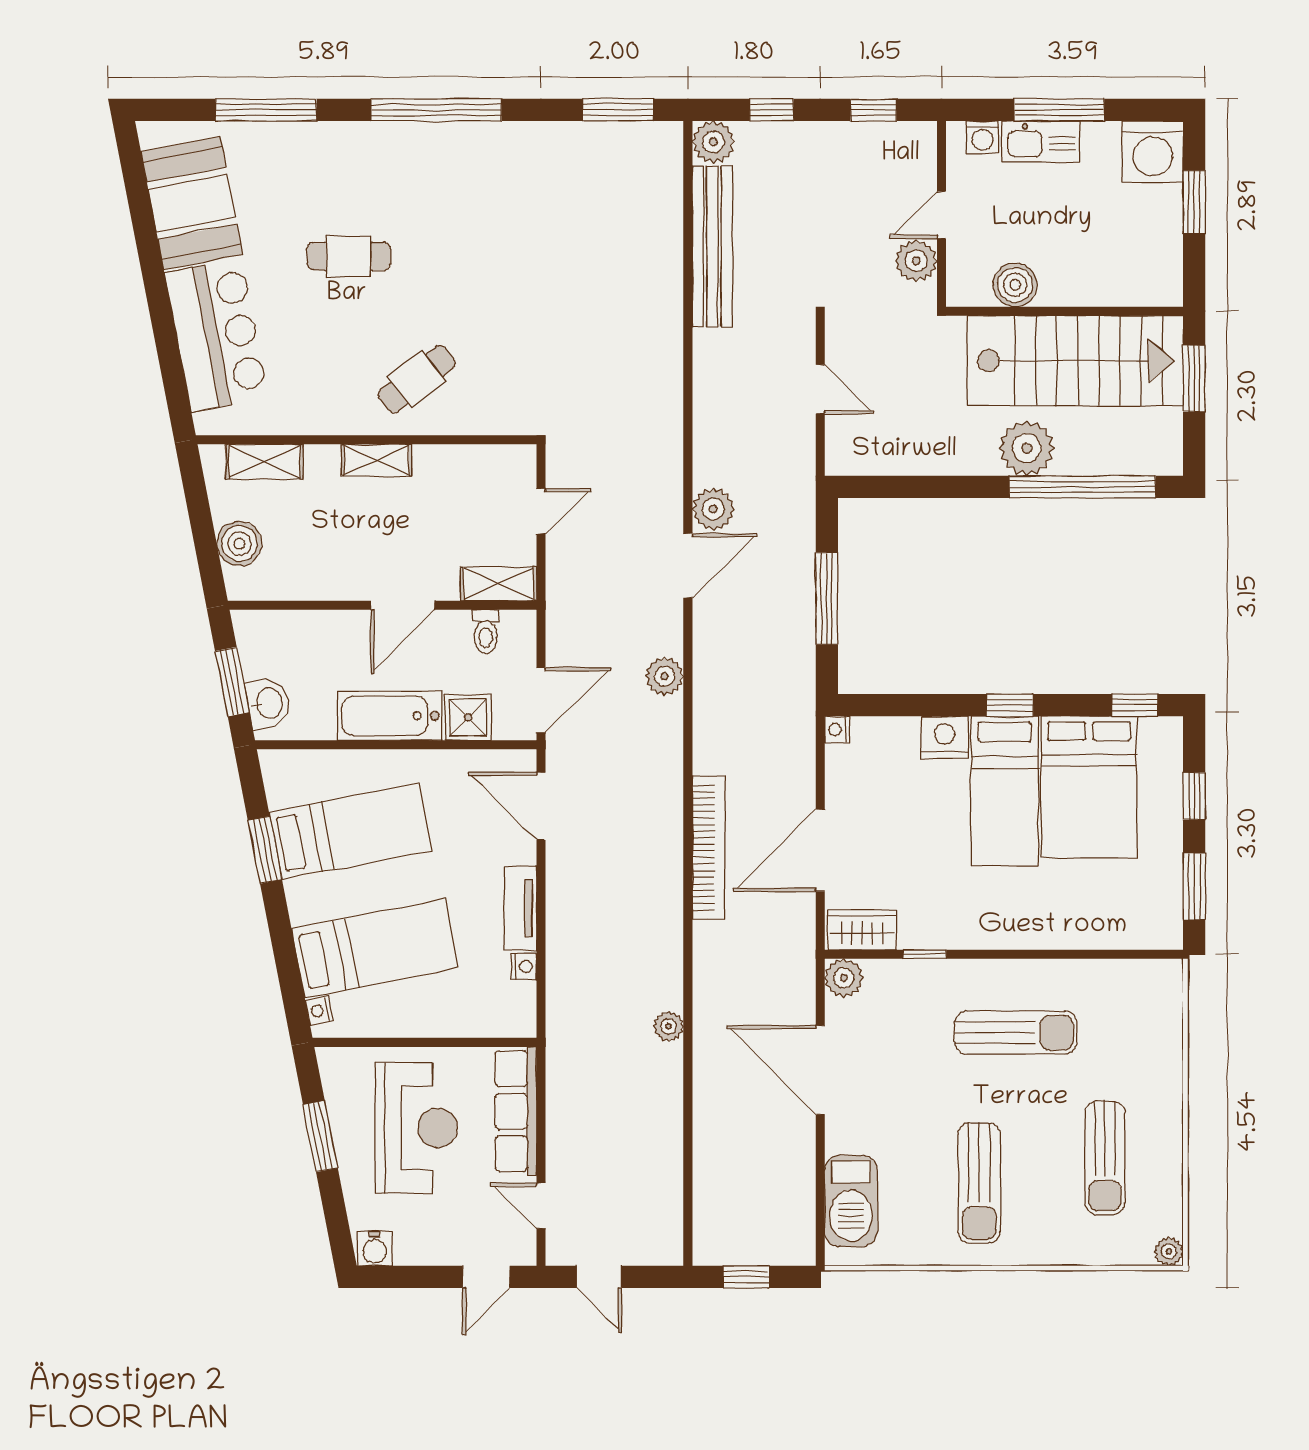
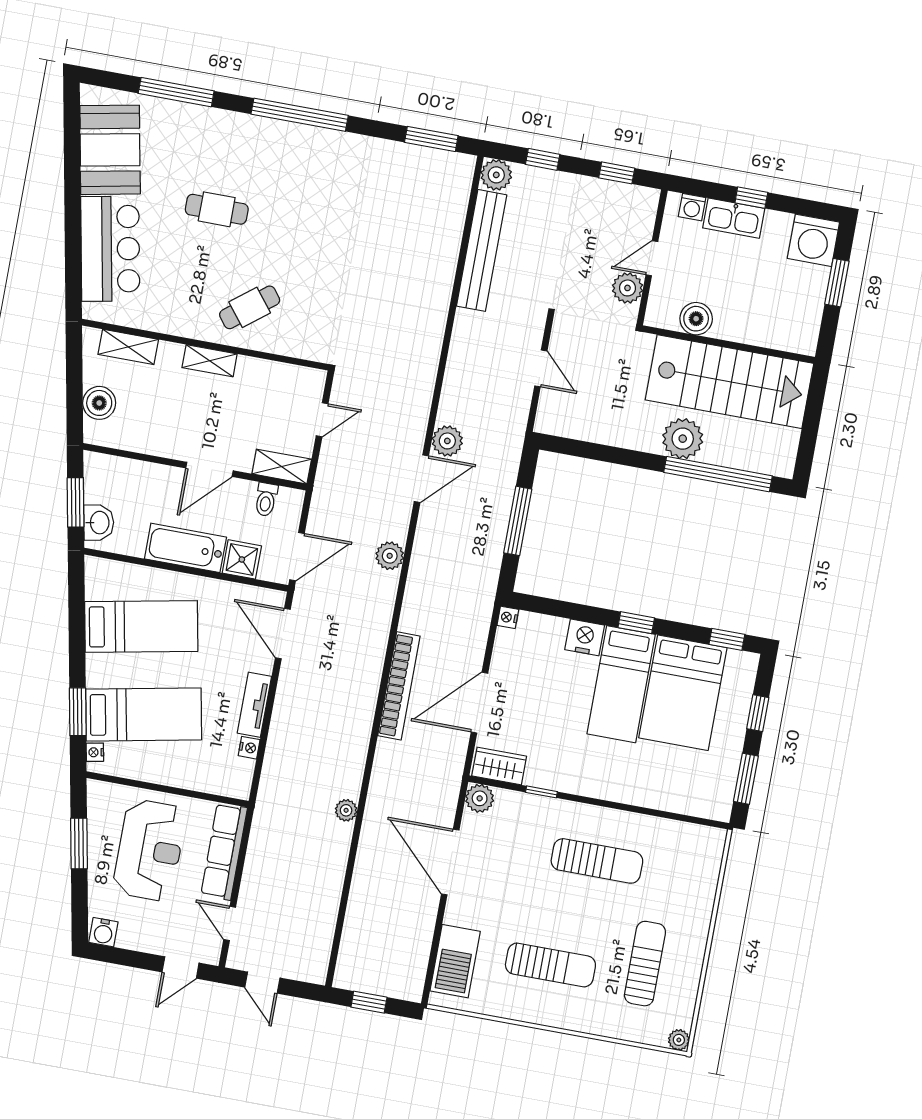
window: (1059, 110) -> (751, 198), width x0.46
window: (1194, 379) -> (813, 410), removed
window: (265, 850) -> (78, 712), moved
sun lounger: (1105, 1158) -> (645, 964), turned 180
sun lounger: (979, 1183) -> (550, 965), turned -90

